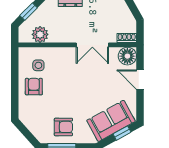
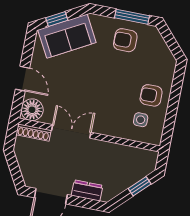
plant: (40, 34) -> (131, 156), removed
shoe rack: (127, 38) -> (34, 132), width x1.43
armchair: (34, 87) -> (151, 95), turned 90

